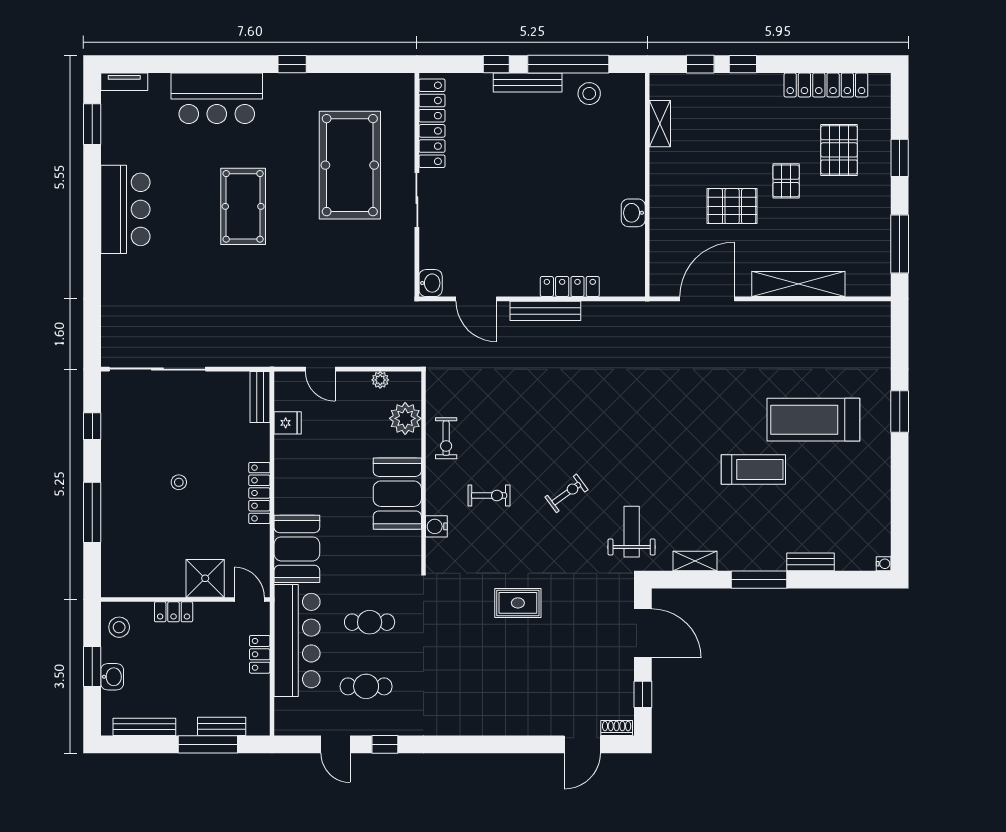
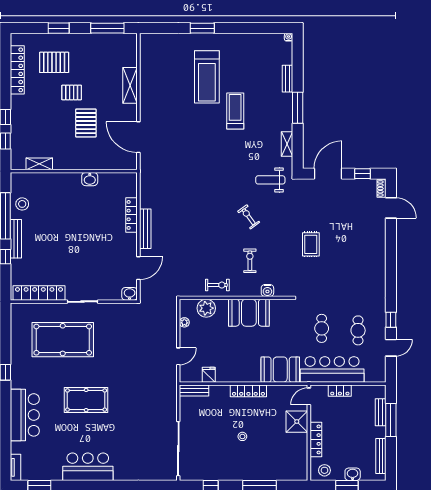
shelving: (798, 284) -> (130, 85), width x0.68
locker: (174, 612) -> (316, 439), width x1.53

